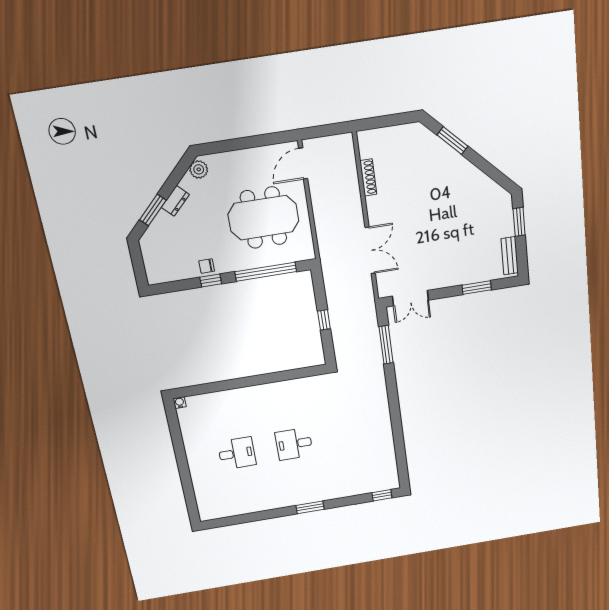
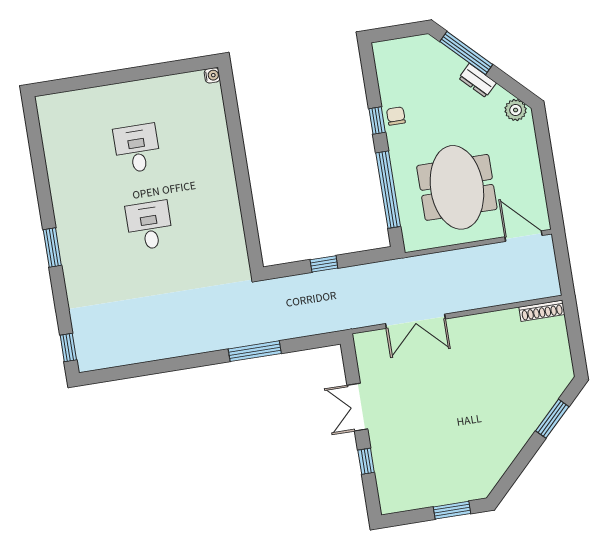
shoe rack: (368, 177) -> (542, 311), moved
window: (153, 210) -> (466, 53), width x1.44
bench: (510, 256) -> (408, 501), removed
window: (477, 288) -> (366, 461), width x0.67
double door: (410, 298) -> (357, 407), moved
window: (386, 345) -> (255, 351), moved
desk: (237, 453) -> (137, 148), turned 180

